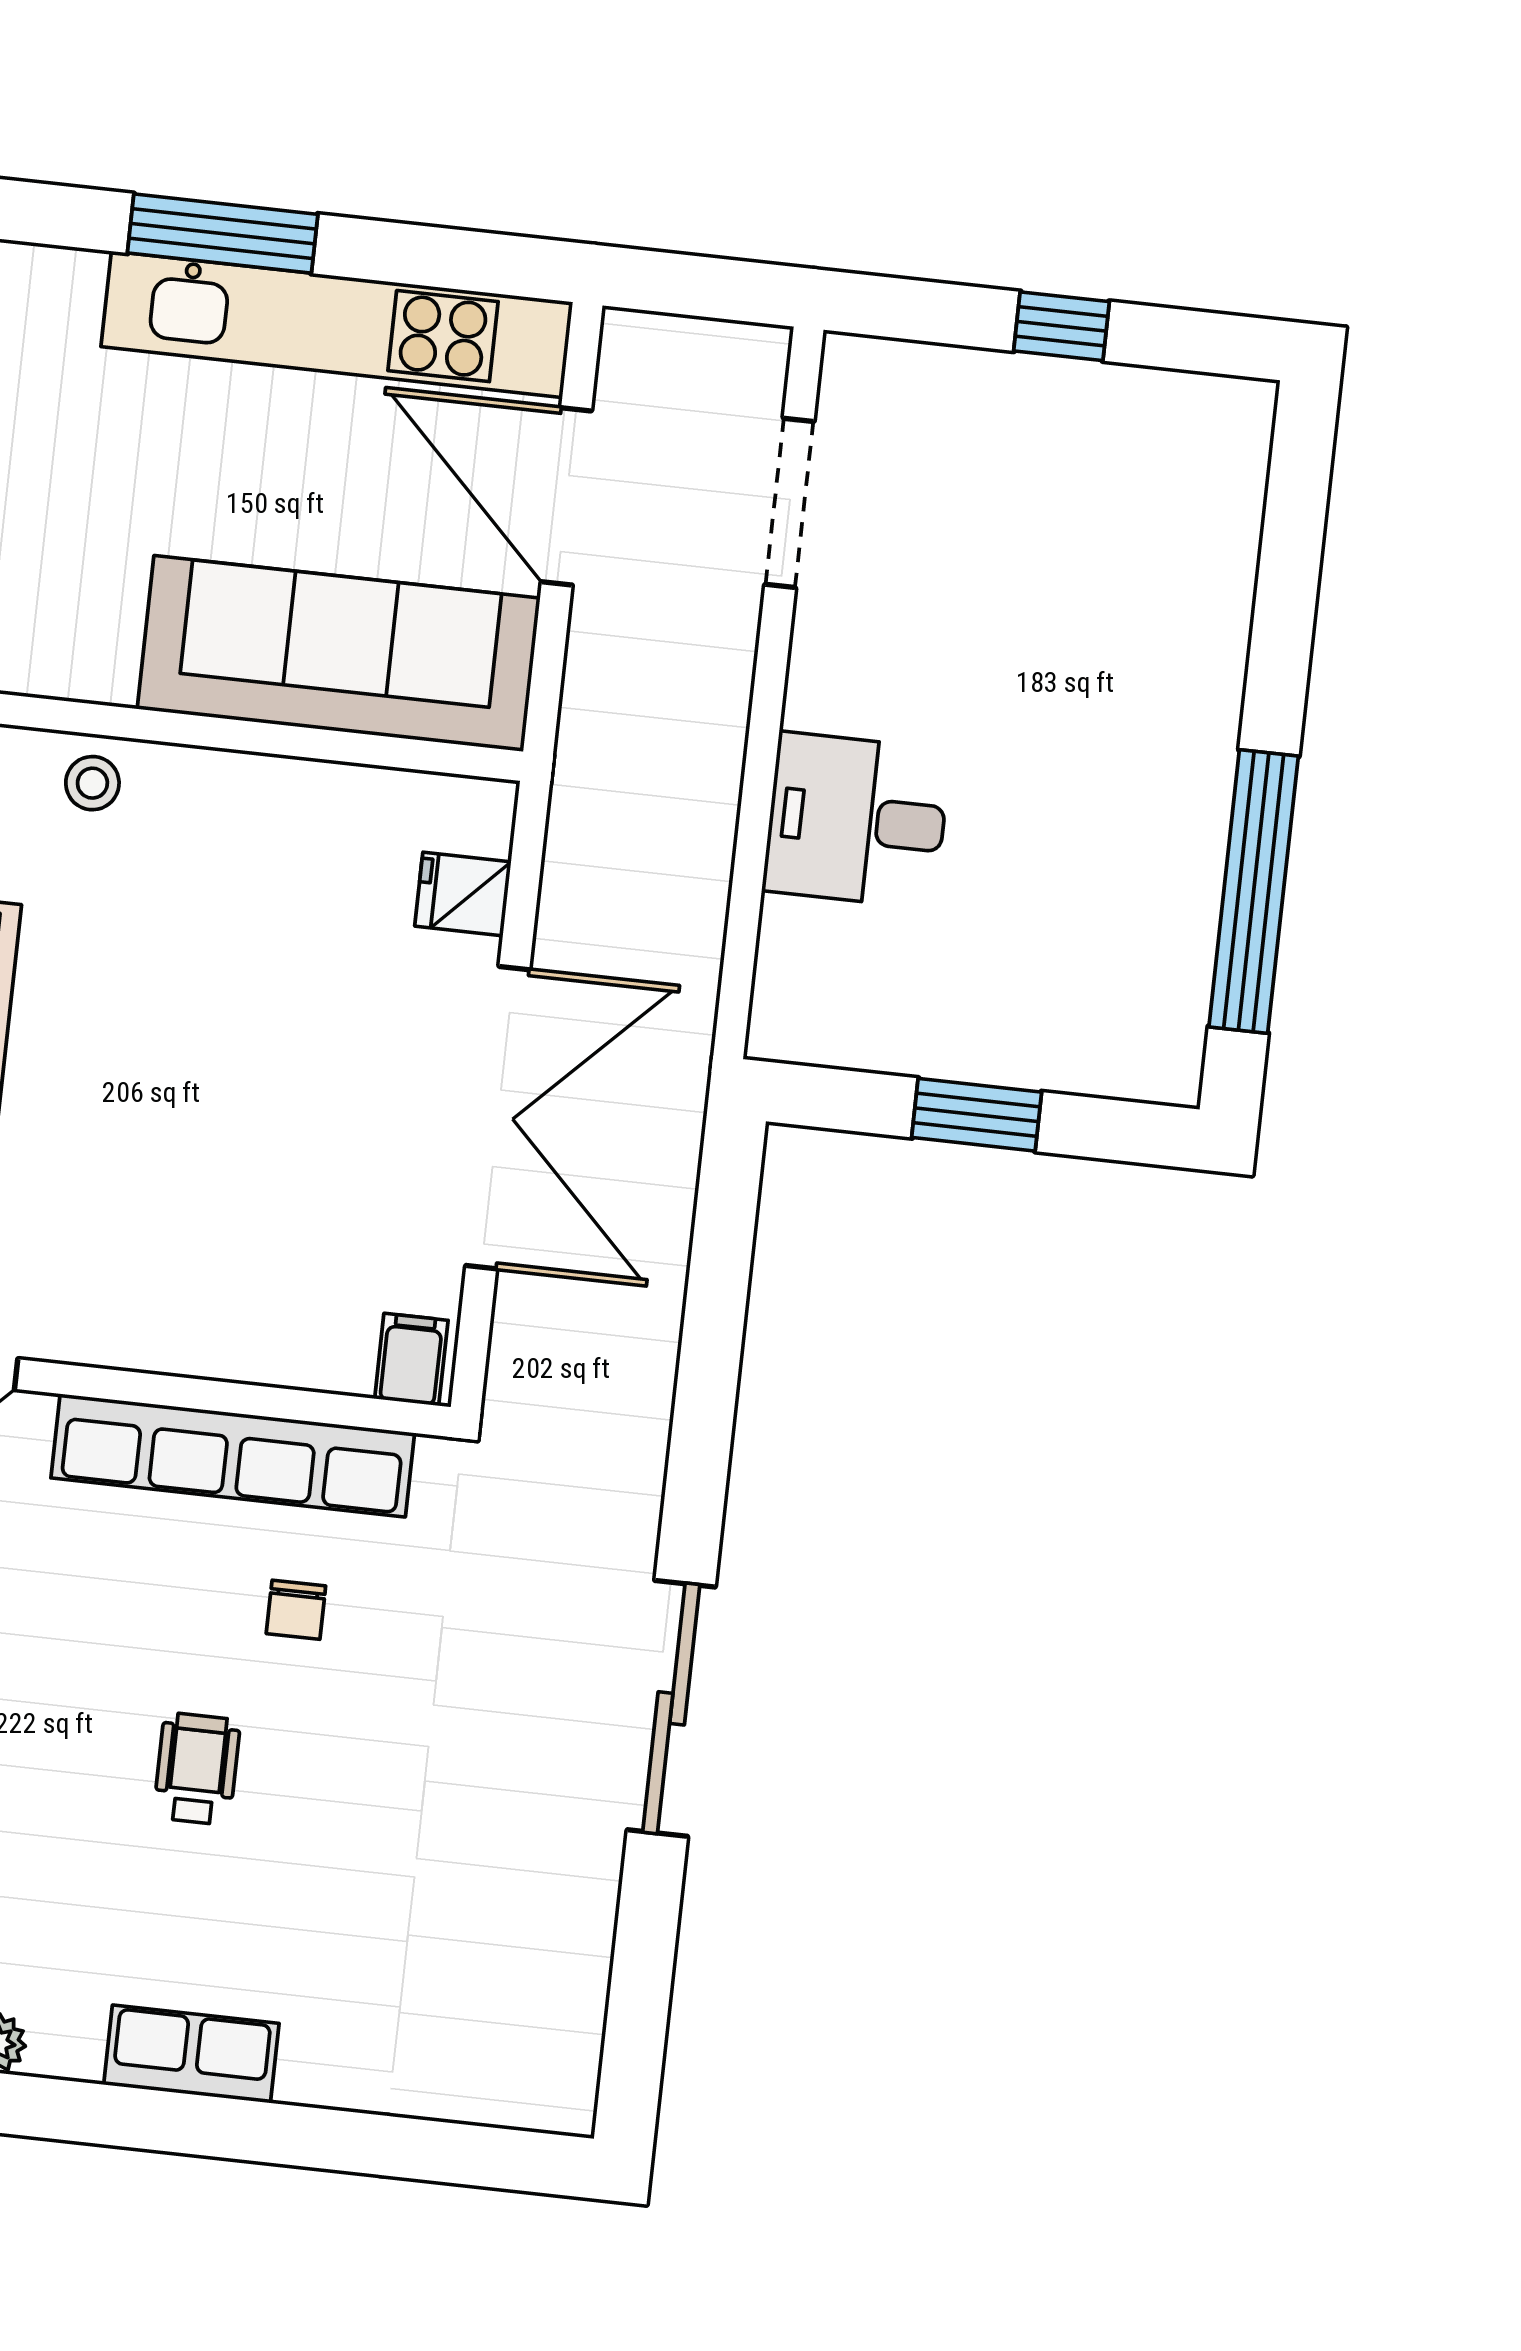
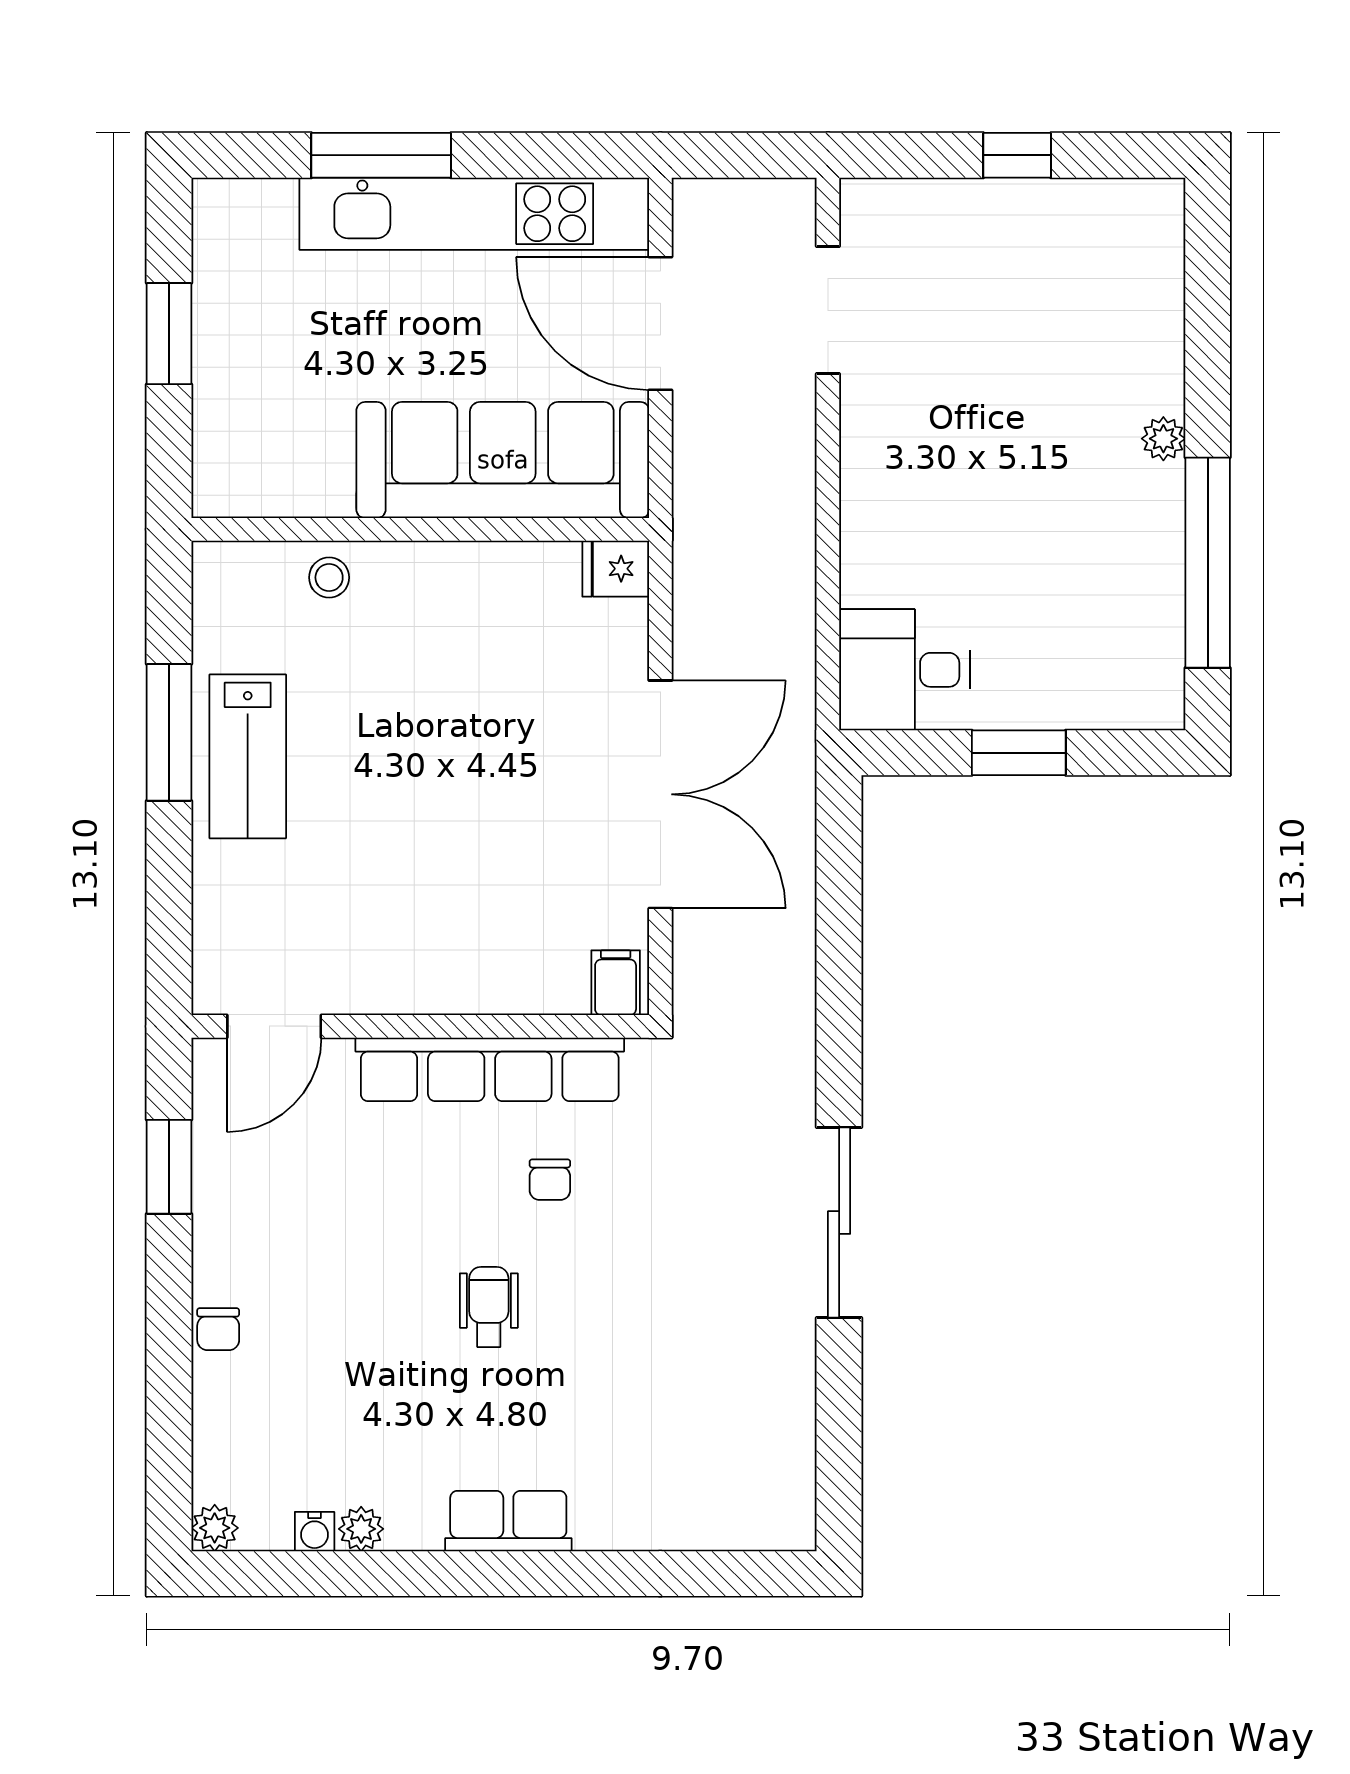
plant: (1213, 721) -> (1163, 439), added
desk: (857, 820) -> (904, 670), moved
fridge: (463, 894) -> (616, 569), moved

